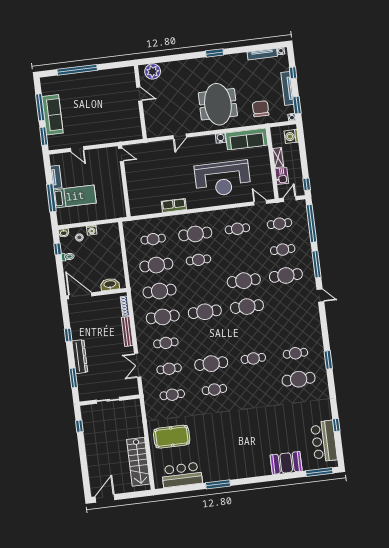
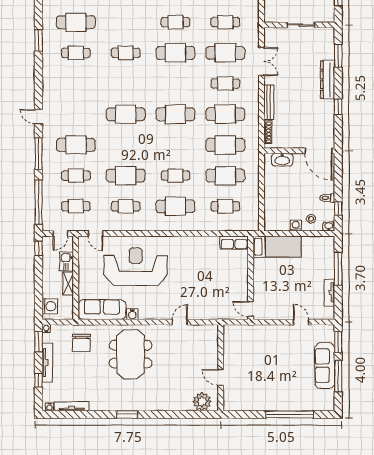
bed: (75, 196) -> (277, 247), moved, turned 180
row of seats: (174, 205) -> (234, 243), moved
cafe table: (244, 281) -> (126, 176), moved
cafe table: (169, 369) -> (225, 53), width x1.37, depth x1.35

